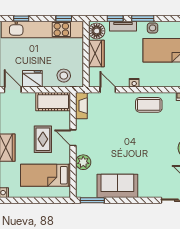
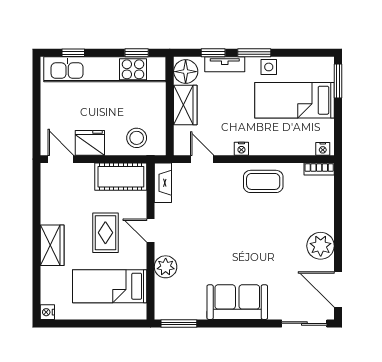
sofa: (117, 186) -> (237, 302), moved

